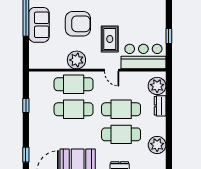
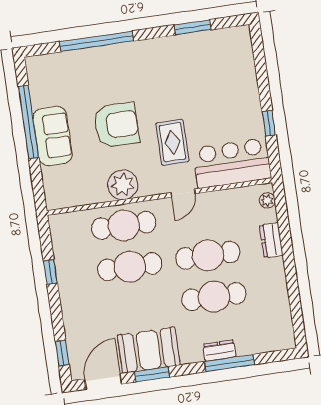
door: (112, 70) -> (183, 193), hinge flipped
plant: (157, 86) -> (267, 200), width x0.53, depth x0.53
plant: (157, 145) -> (276, 305), removed

